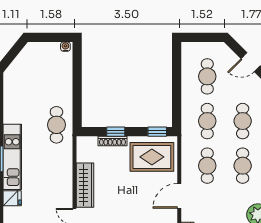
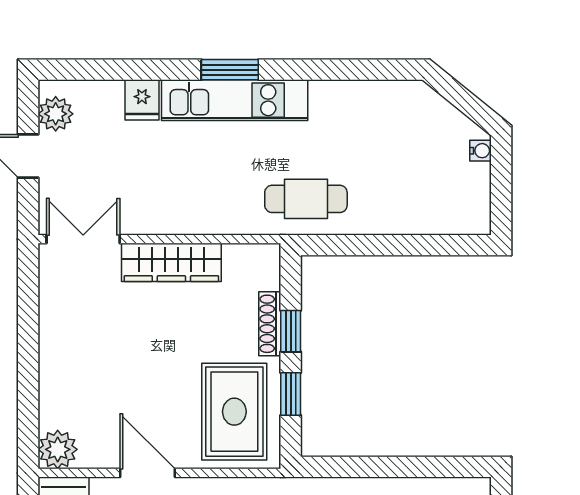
water cooler: (65, 47) -> (480, 151), moved
window: (157, 132) -> (291, 394), moved

